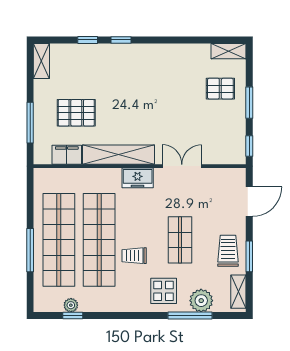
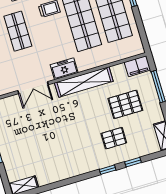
pallet: (220, 89) -> (114, 138), moved
filing cabinet: (67, 155) -> (137, 66), moved

